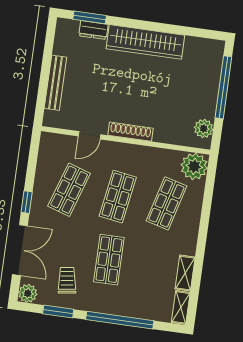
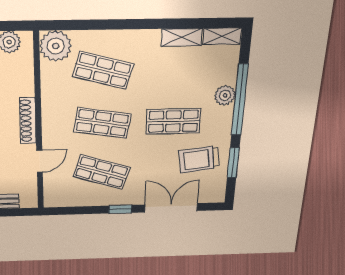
door: (89, 135) -> (40, 161), hinge flipped
trolley: (67, 280) -> (199, 159), width x1.36, depth x1.39
plant: (28, 293) -> (225, 95), moved

